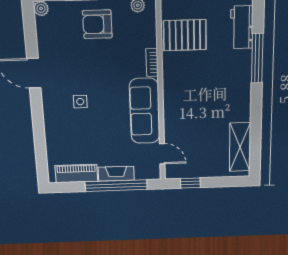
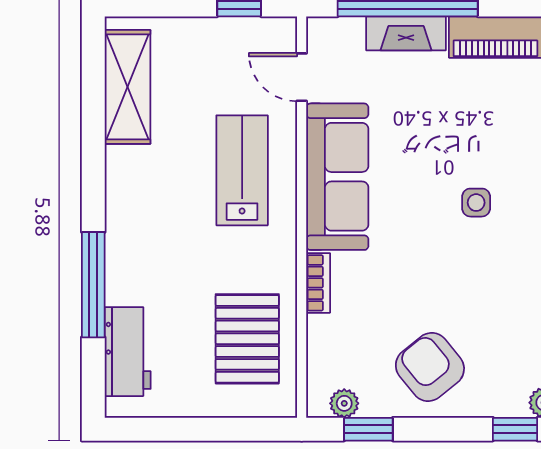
armchair: (97, 24) -> (430, 367), turned -129
pallet: (185, 35) -> (247, 339), turned 90
lab bench: (188, 113) -> (242, 170), added

